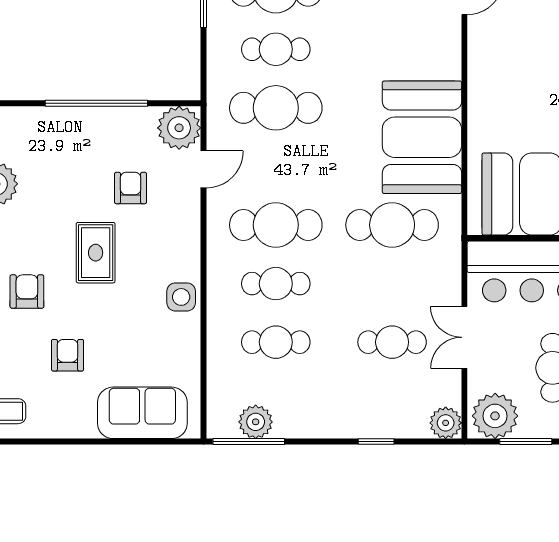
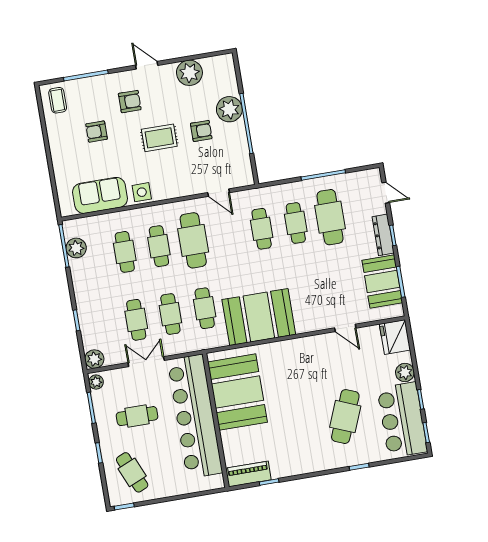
cafe table: (276, 108) -> (262, 229), width x0.73, depth x0.74
plant: (179, 128) -> (229, 109), moved
armchair: (131, 188) -> (201, 131), moved
cafe table: (392, 225) -> (205, 308), width x0.73, depth x0.74
cafe table: (392, 284) -> (170, 314), added
armchair: (68, 355) -> (97, 132), turned 180
sofa: (142, 413) -> (100, 195), moved, turned -90
plant: (495, 416) -> (96, 382), width x0.53, depth x0.53

